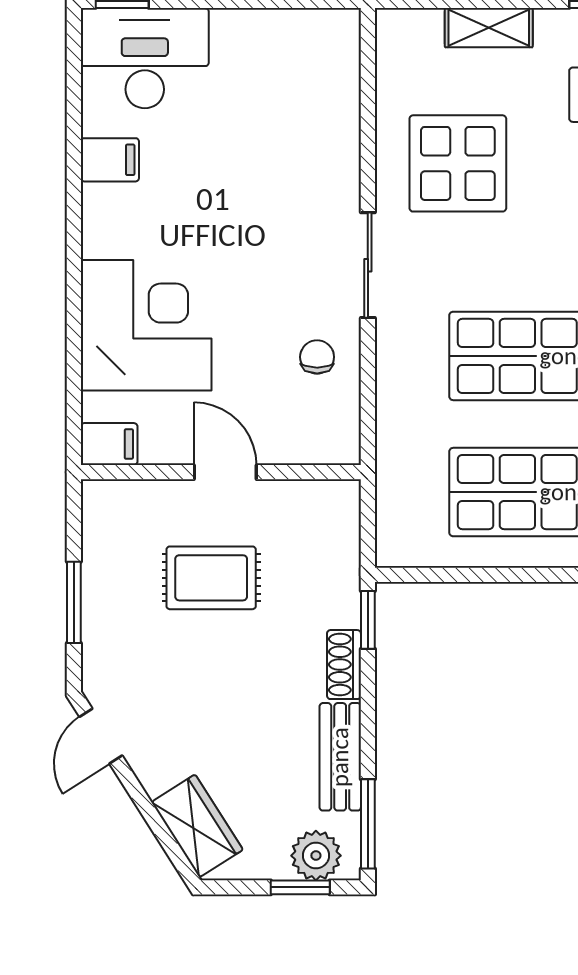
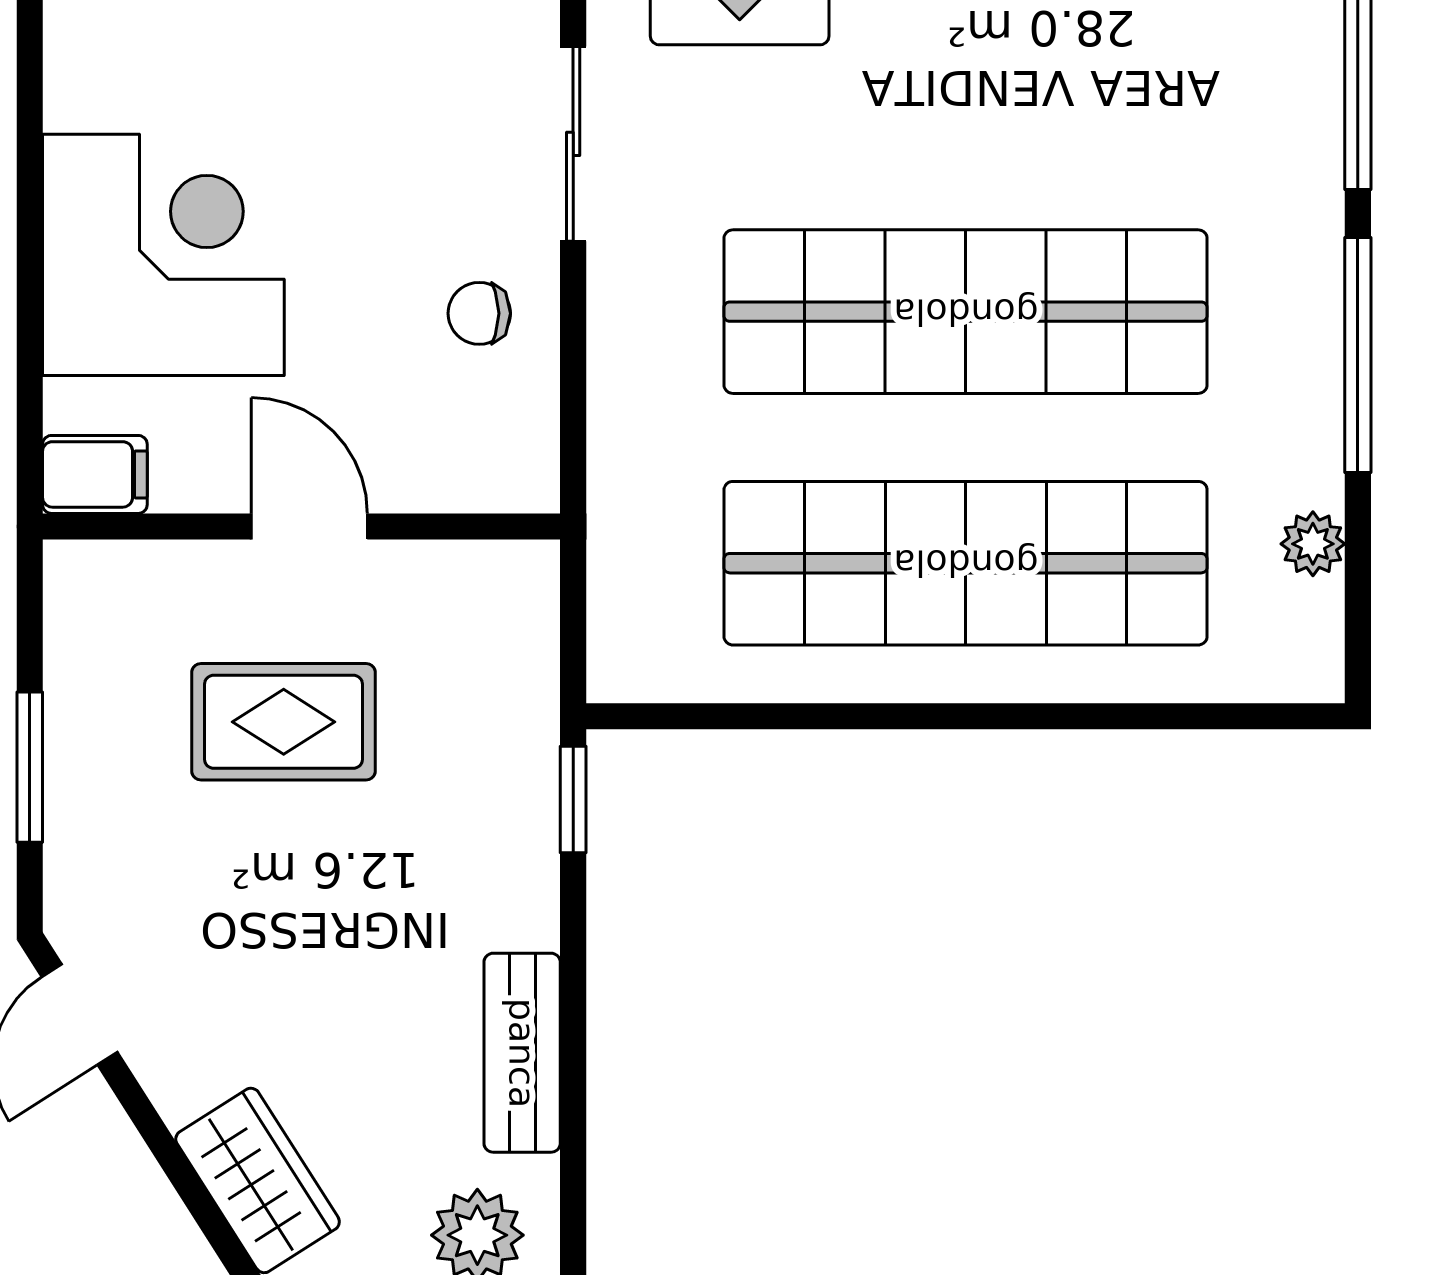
chair: (317, 357) -> (479, 313), turned -90
shoe rack: (344, 665) -> (529, 882), removed
window: (368, 824) -> (573, 1177), removed

